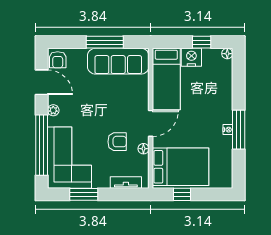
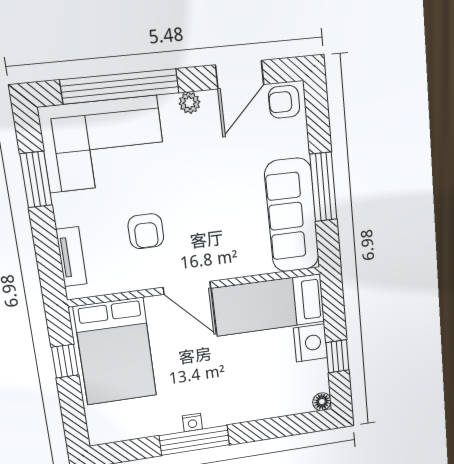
floor lamp: (143, 149) -> (139, 281), removed

